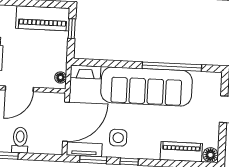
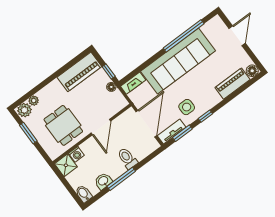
window: (72, 29) -> (109, 71), moved
floor lamp: (61, 77) -> (111, 87), moved

